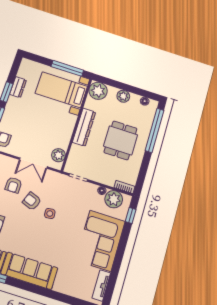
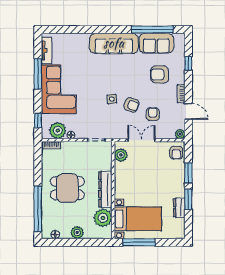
plant: (98, 91) -> (103, 218), moved
dining table: (121, 140) -> (67, 188), turned 90
window: (117, 263) -> (38, 74), added

